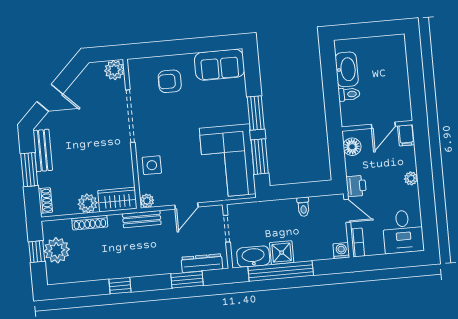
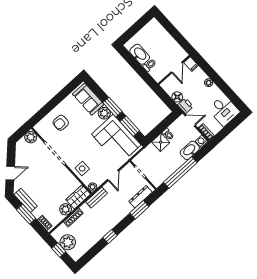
sofa: (219, 65) -> (88, 99), moved, turned 90
plant: (238, 113) -> (104, 113), added
floor lamp: (352, 147) -> (177, 97), moved
shower: (282, 253) -> (161, 142), moved
washbasin: (253, 257) -> (190, 150), moved

